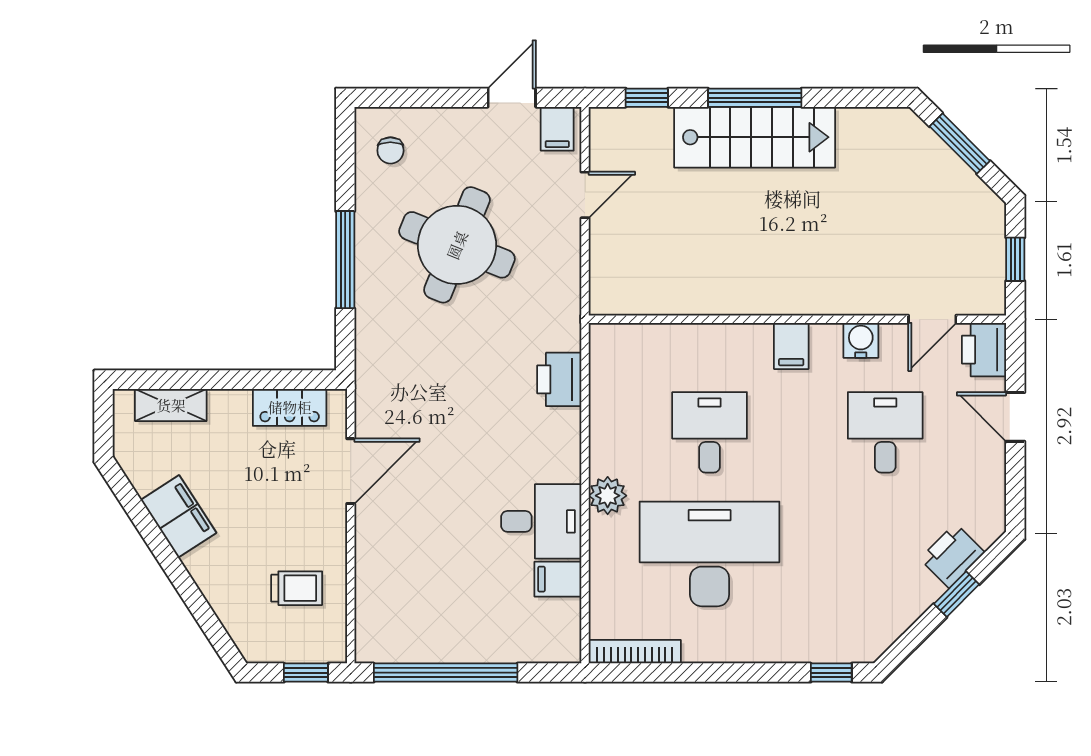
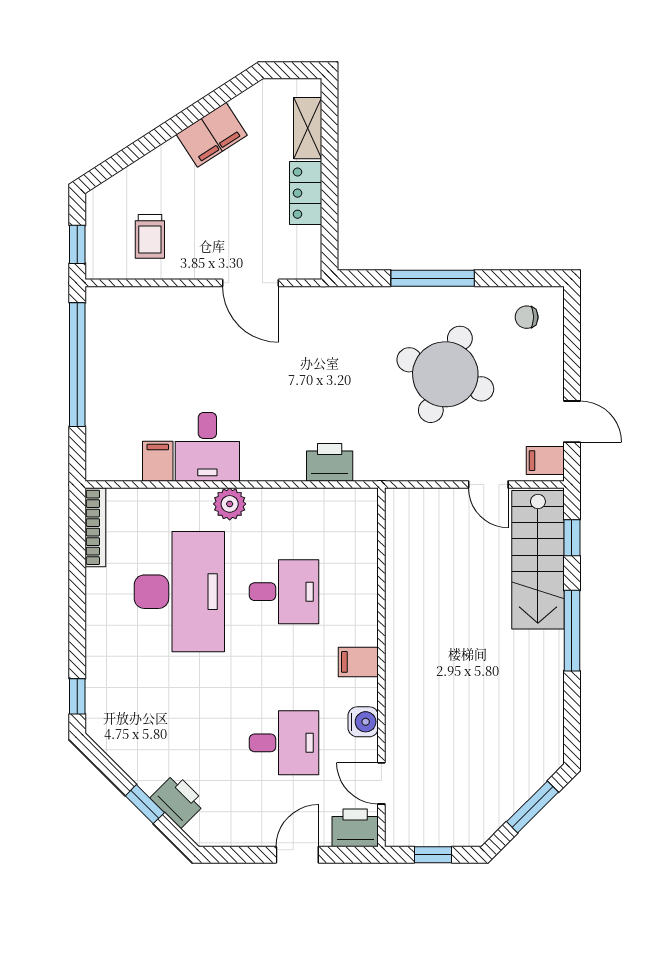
stairs: (755, 137) -> (538, 560), moved
locker: (290, 407) -> (306, 193), moved

